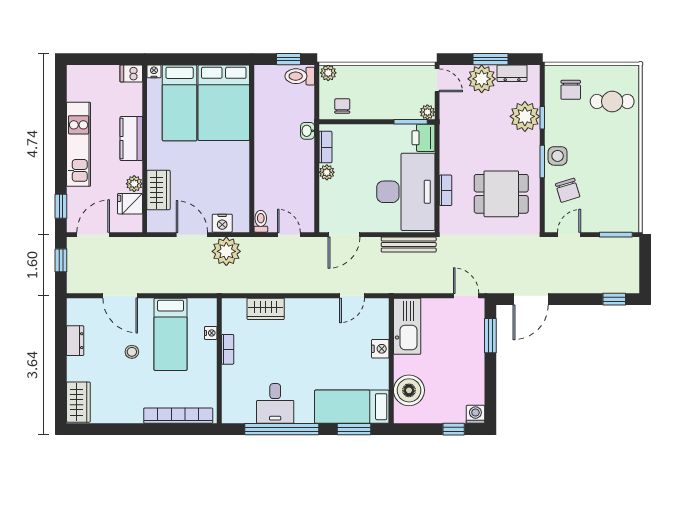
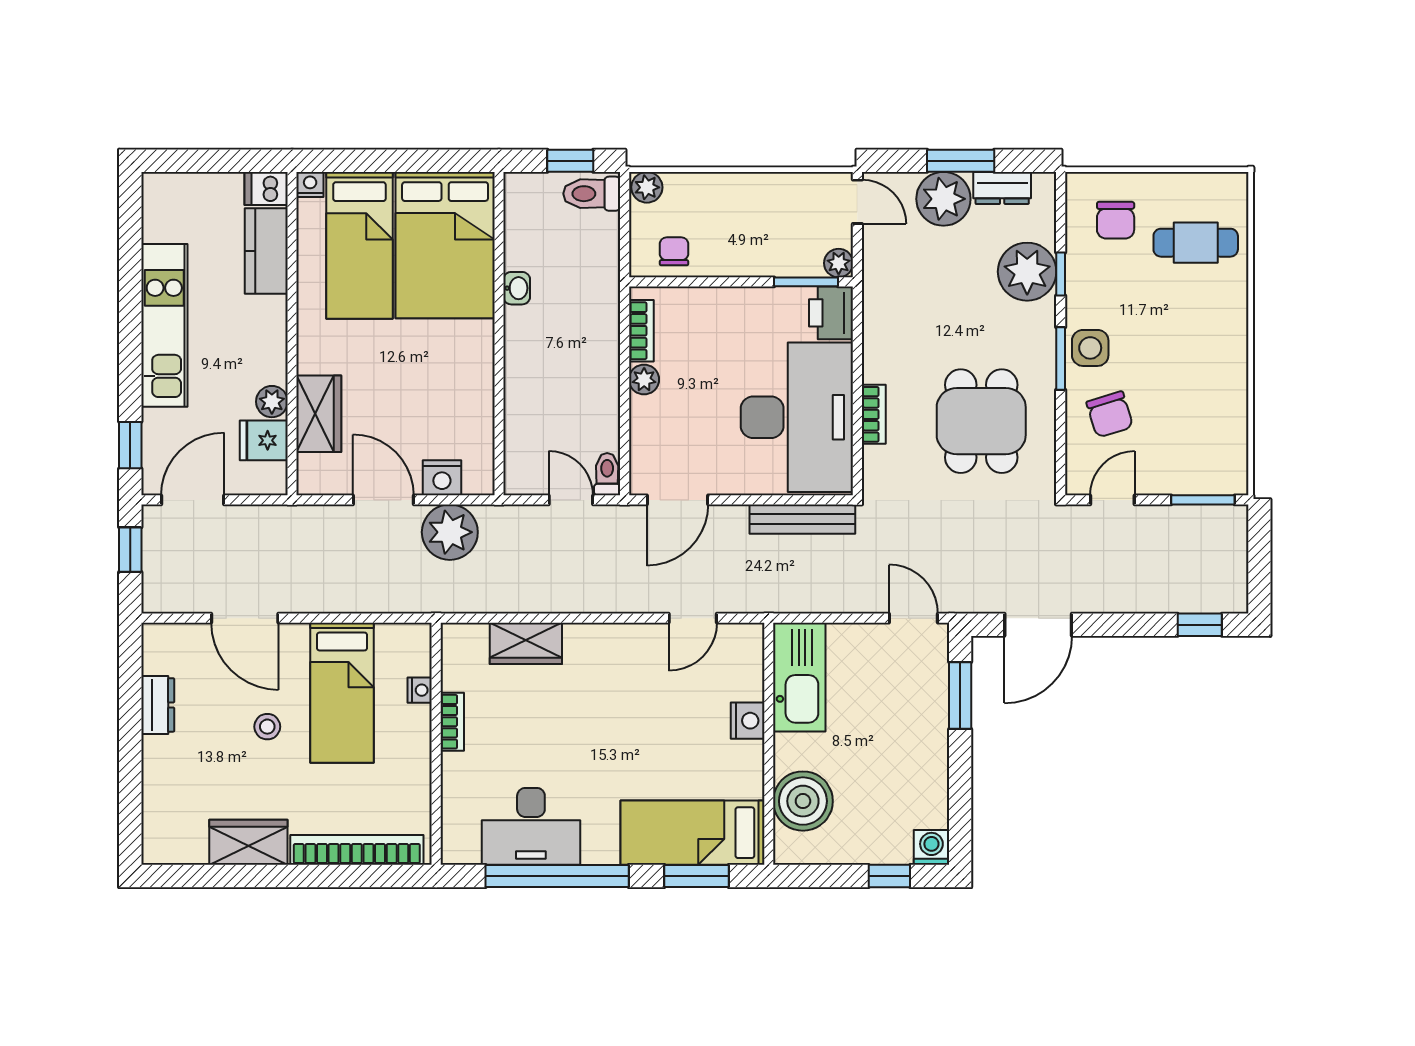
washbasin: (308, 131) -> (517, 288), moved, turned 180
kitchen counter: (131, 138) -> (266, 251), moved
dining table: (501, 194) -> (981, 421), turned 90
toilet: (261, 221) -> (607, 474), moved
wardrobe: (78, 402) -> (248, 842), moved, turned -90
desk: (275, 403) -> (531, 826), width x1.37

